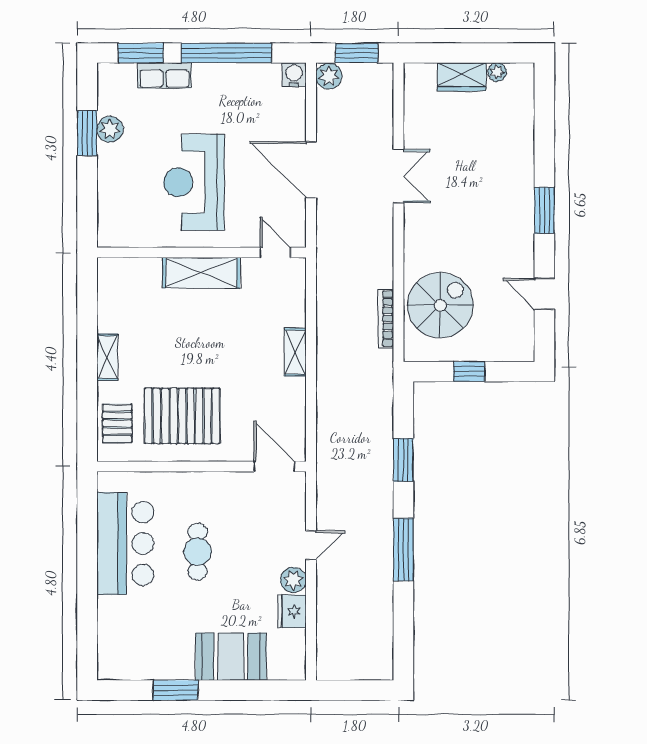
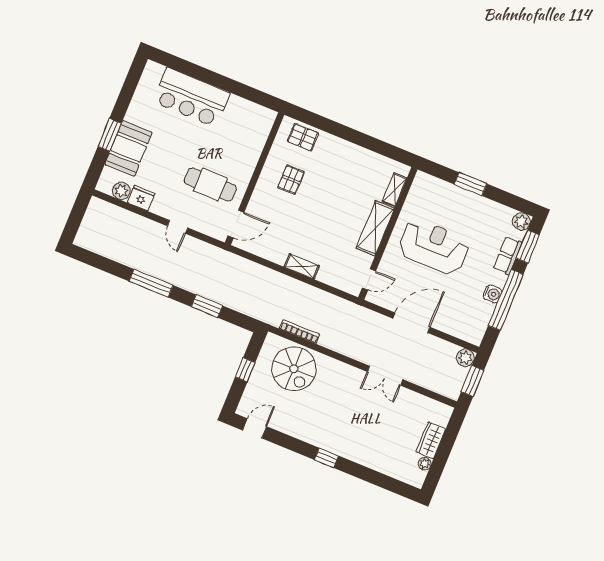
water cooler: (294, 75) -> (492, 294), moved
plant: (110, 129) -> (521, 222), moved
window: (87, 133) -> (470, 184), moved
window: (544, 210) -> (326, 458), width x0.67
door: (544, 294) -> (255, 428), moved
shelving: (107, 357) -> (395, 190), moved, turned 90
pallet: (182, 416) -> (291, 180), width x0.49, depth x0.50
bar counter: (125, 543) -> (191, 97), moved
cafe table: (198, 552) -> (210, 185), moved, width x1.37, depth x1.35
plant: (293, 580) -> (121, 191), moved
window: (175, 690) -> (110, 135), moved

